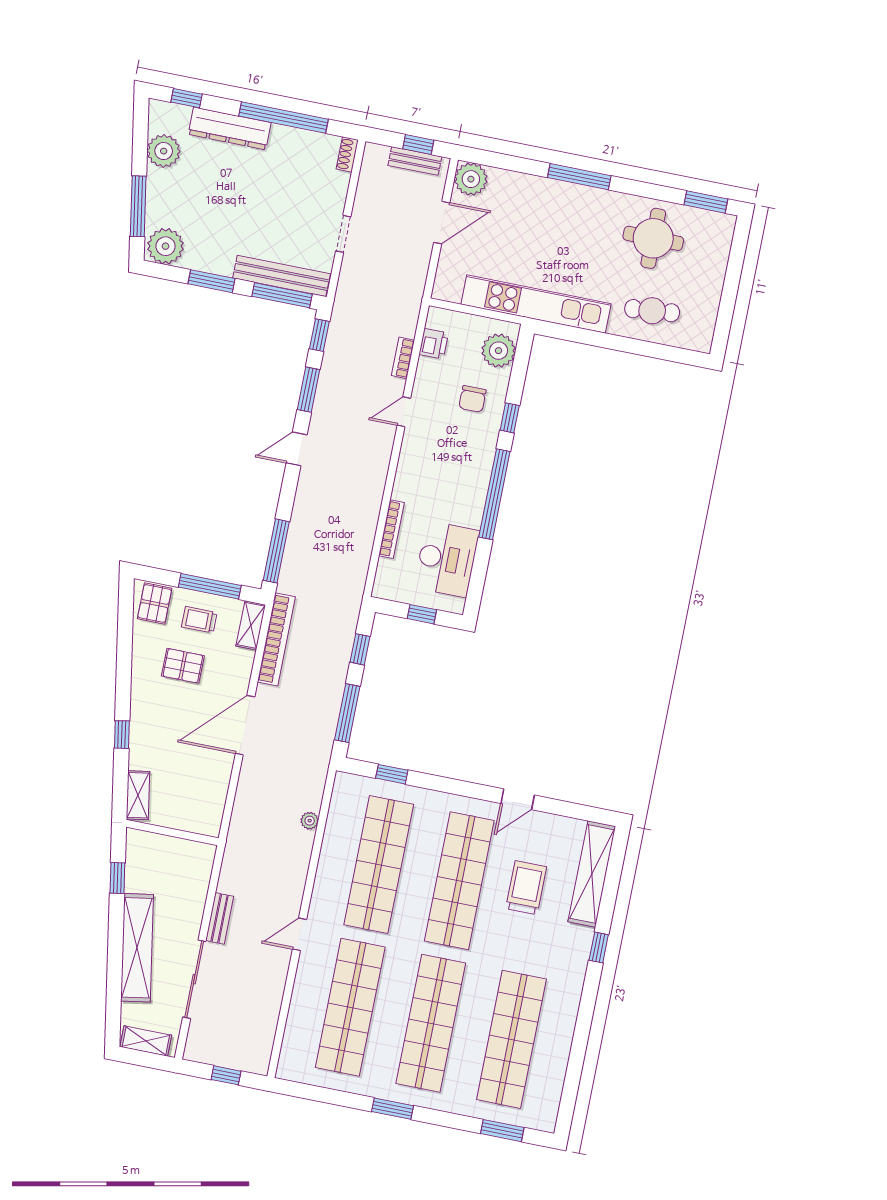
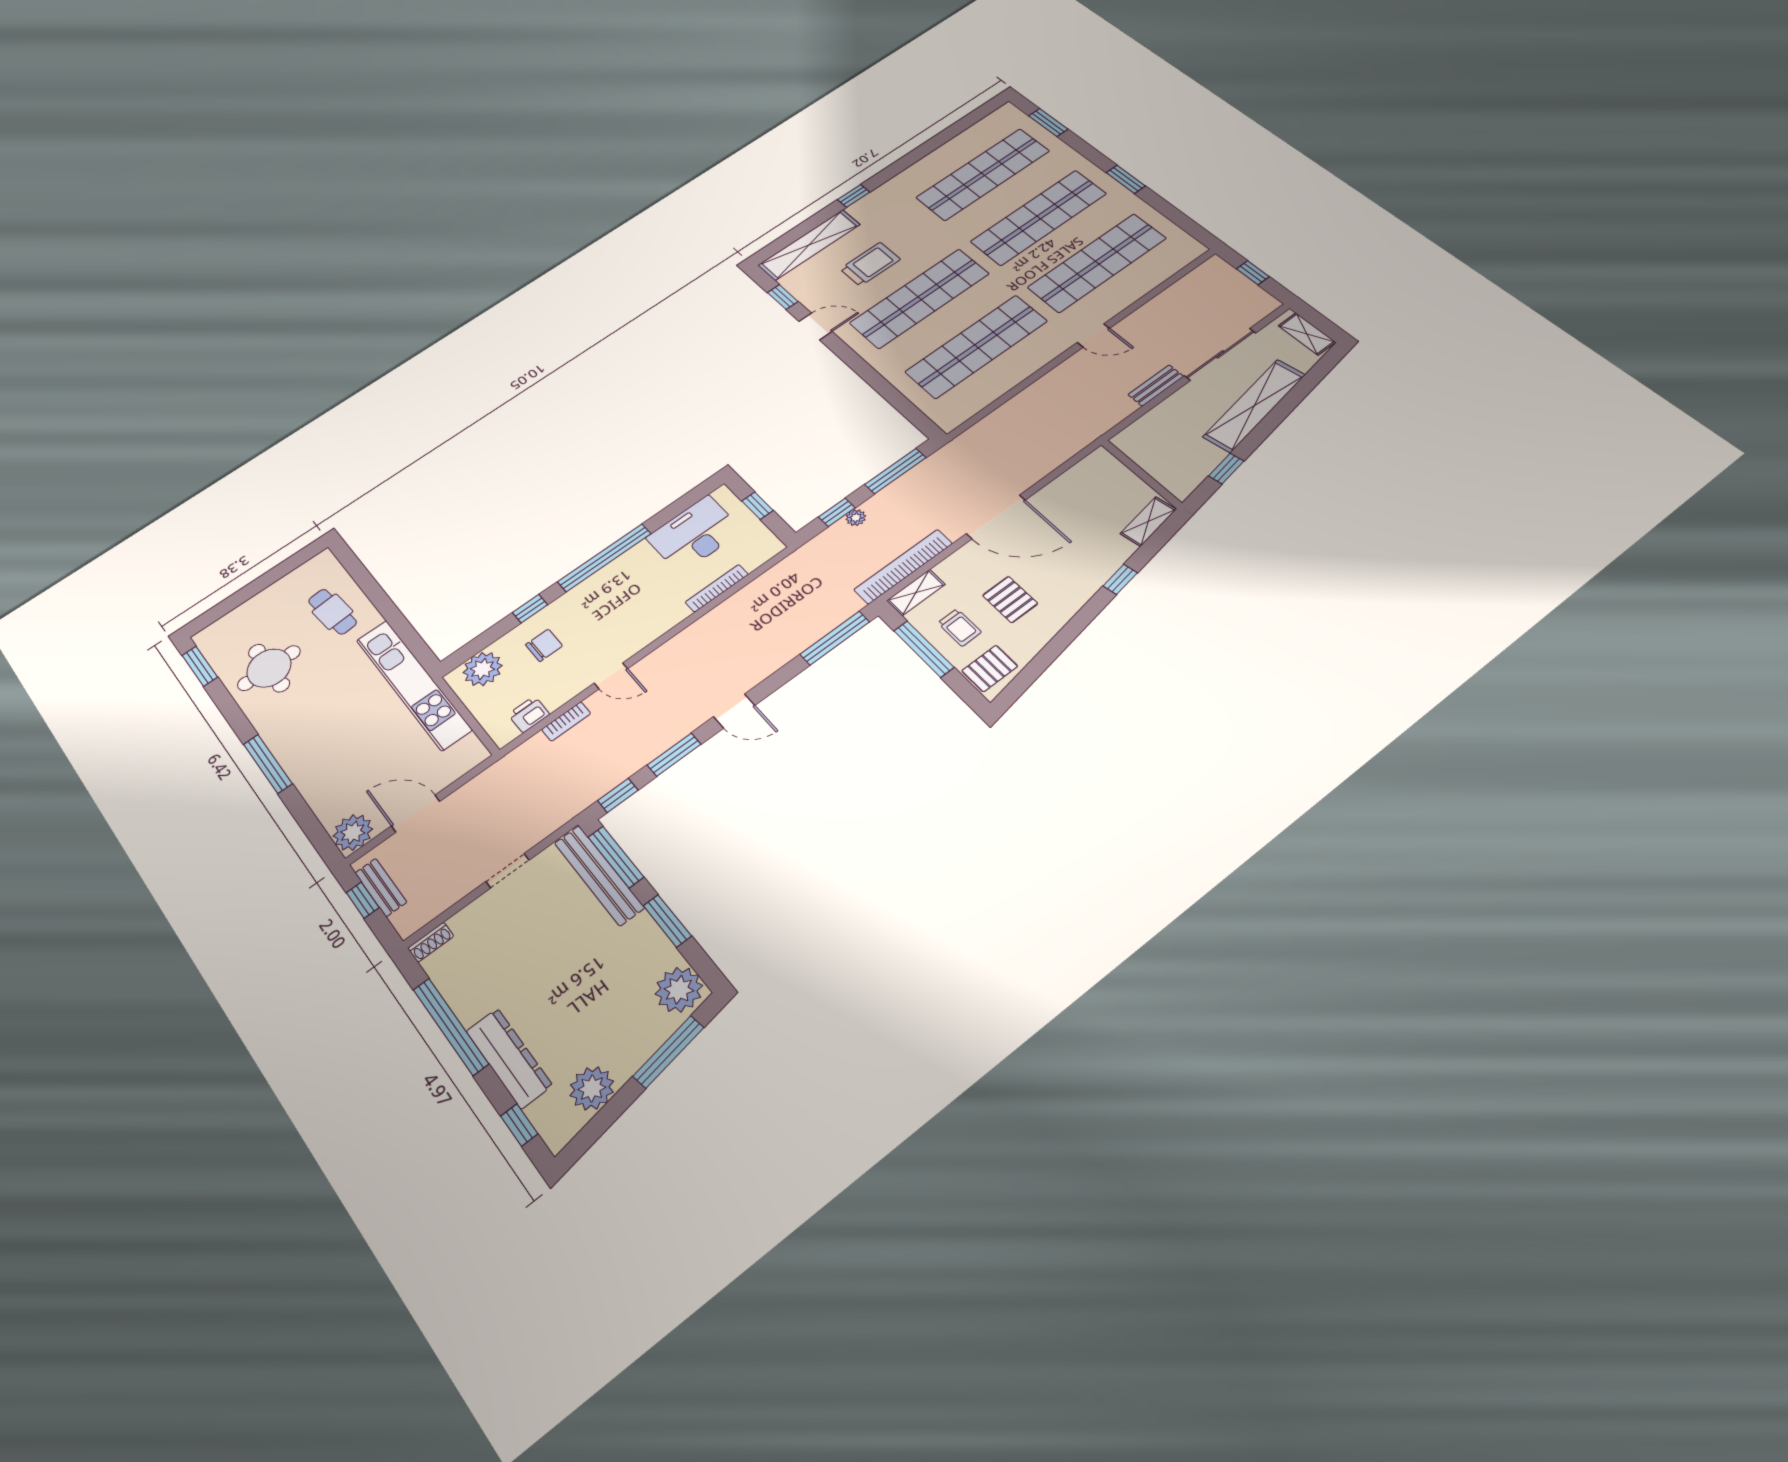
window: (392, 774) -> (783, 297), moved
plant: (310, 821) -> (856, 518), moved
trolley: (526, 888) -> (870, 264), turned 180

